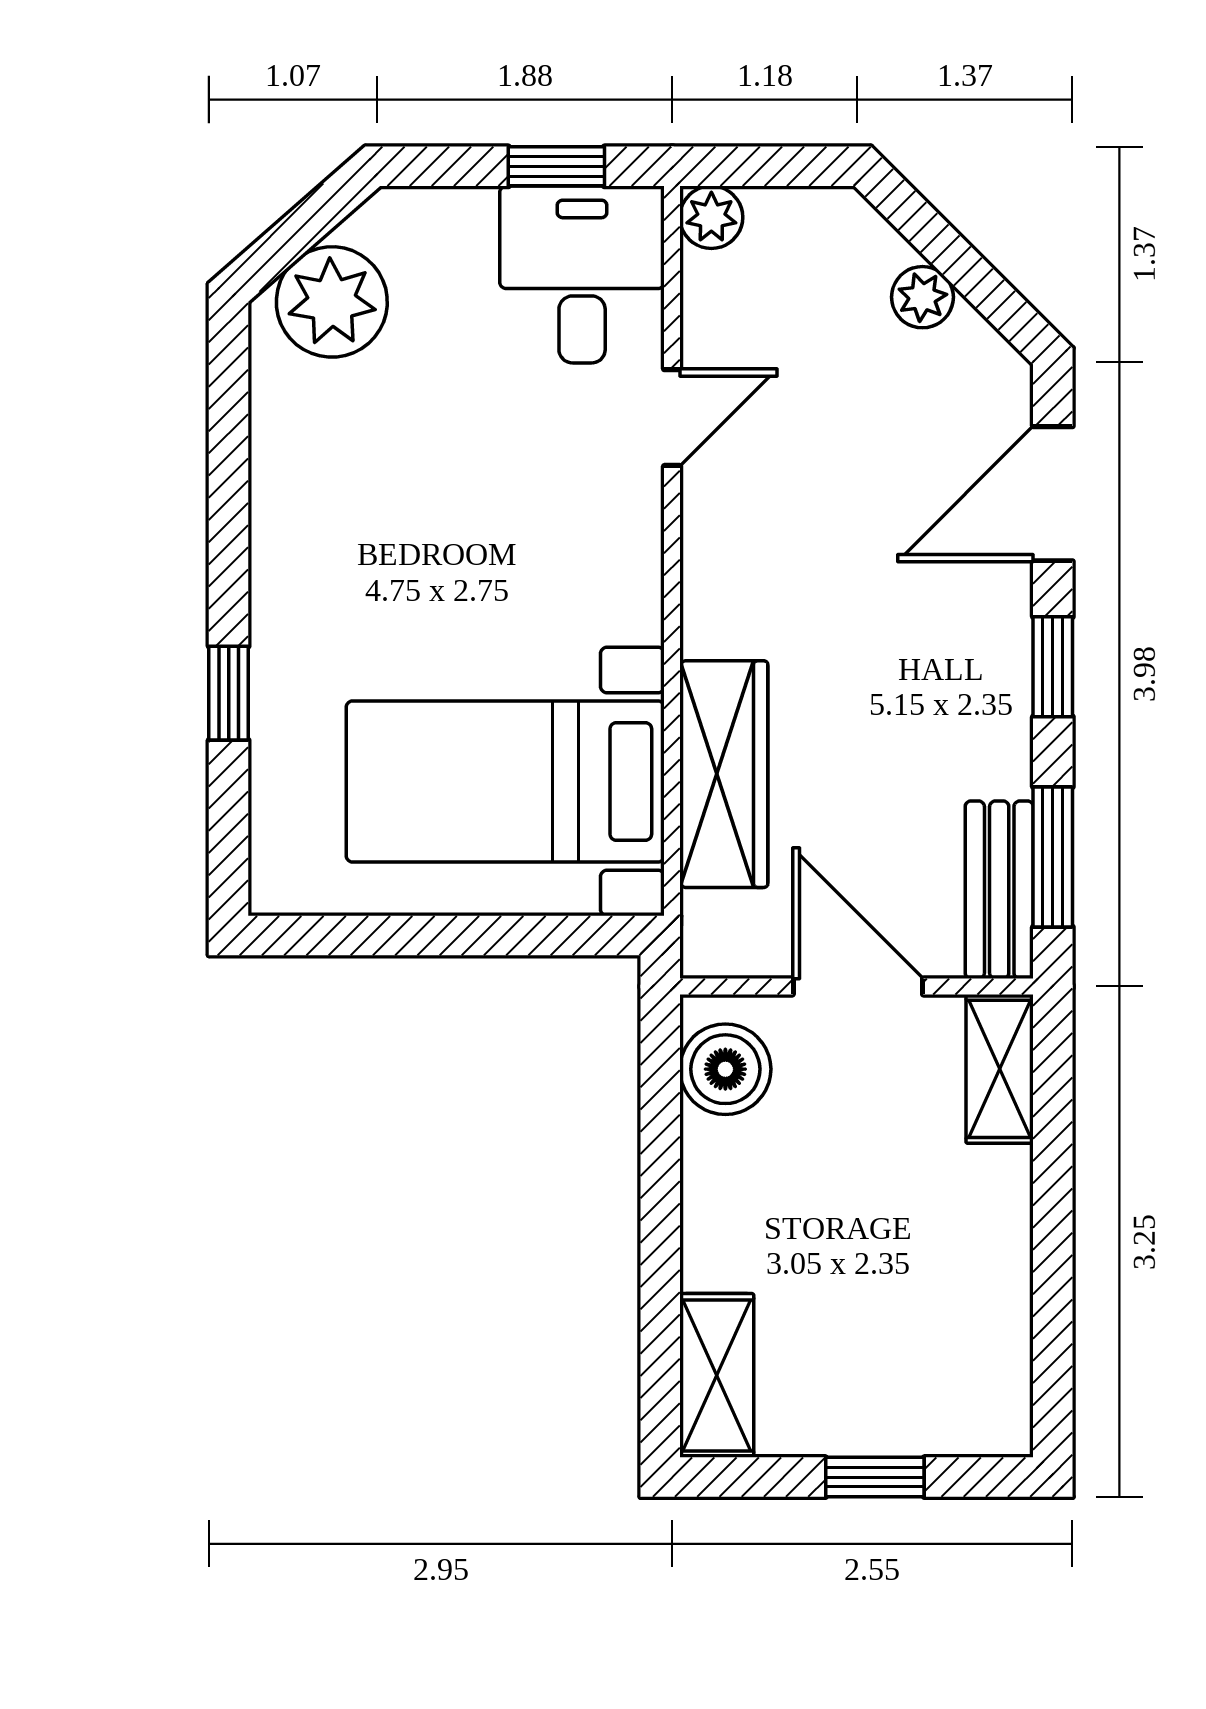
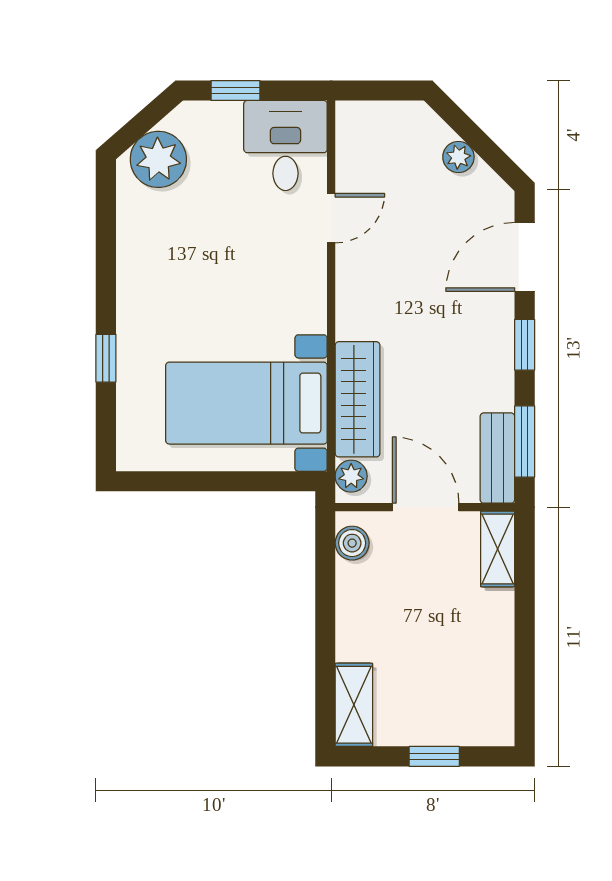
window: (556, 166) -> (236, 90), moved
plant: (711, 217) -> (351, 476), moved
boiler: (725, 1069) -> (352, 543), width x0.73, depth x0.73

